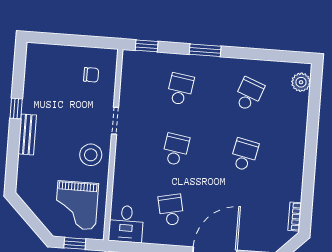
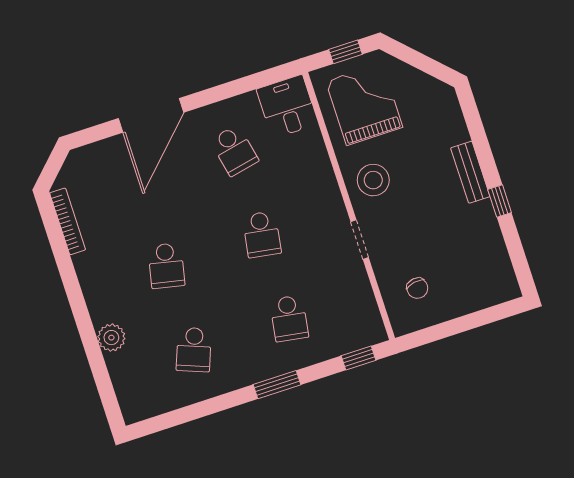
chair: (91, 75) -> (417, 288), turned -100
plant: (301, 82) -> (111, 338), moved
bookcase: (295, 217) -> (68, 221), width x1.56

